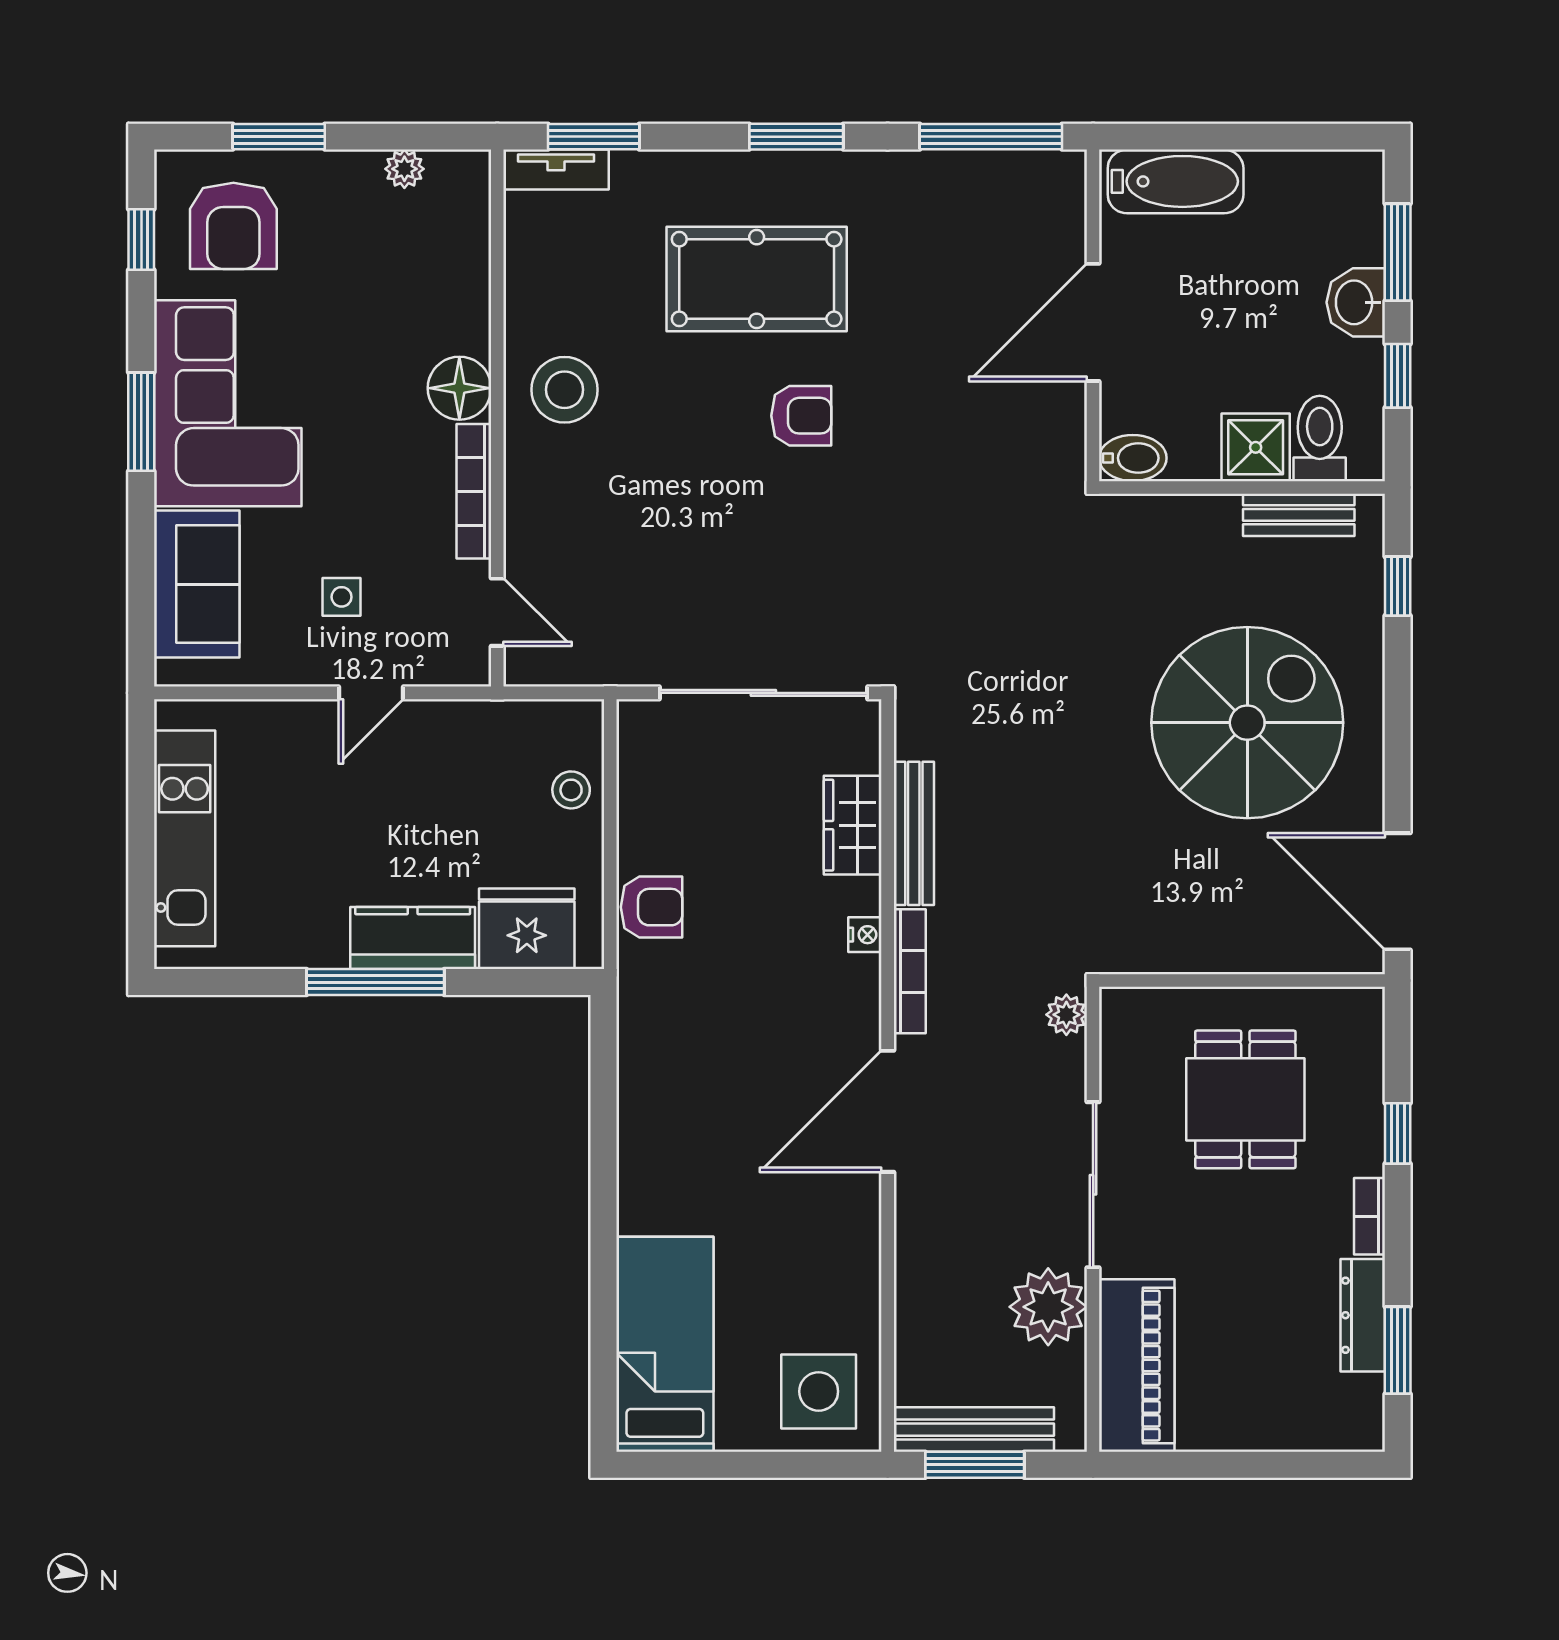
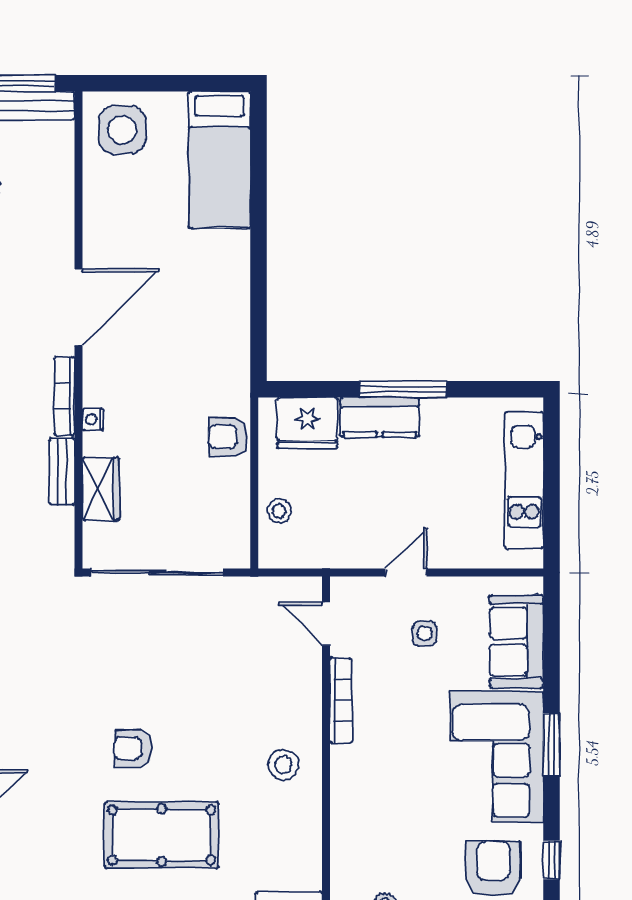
floor lamp: (459, 388) -> (350, 766), removed
stool: (565, 390) -> (283, 765), width x0.73, depth x0.73
bench: (914, 833) -> (62, 471), width x0.73

